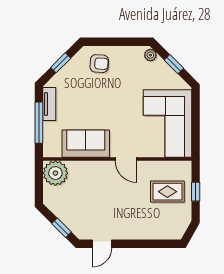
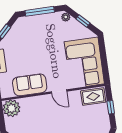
window: (115, 42) -> (40, 11), added
armchair: (99, 64) -> (31, 28), removed
rug: (167, 192) -> (93, 97), moved

